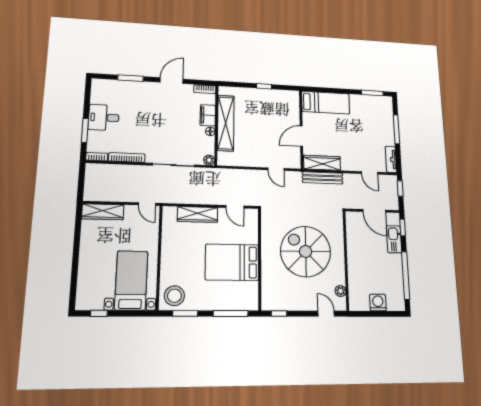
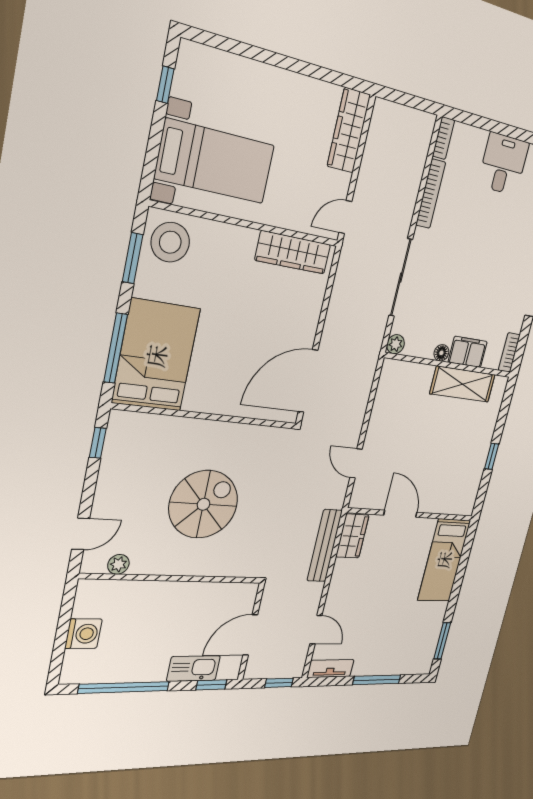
shelving: (226, 123) -> (463, 384), width x0.68
window: (85, 130) -> (490, 125), removed
wardrobe: (322, 163) -> (352, 536), width x0.67
door: (276, 169) -> (356, 463), hinge flipped
door: (370, 173) -> (316, 630), swing flipped
door: (235, 207) -> (308, 381), width x1.88
wardrobe: (198, 214) -> (293, 252), moved, turned -90
spiral stairs: (306, 251) -> (203, 504), width x0.73, depth x0.73
bed: (232, 262) -> (156, 356), moved

